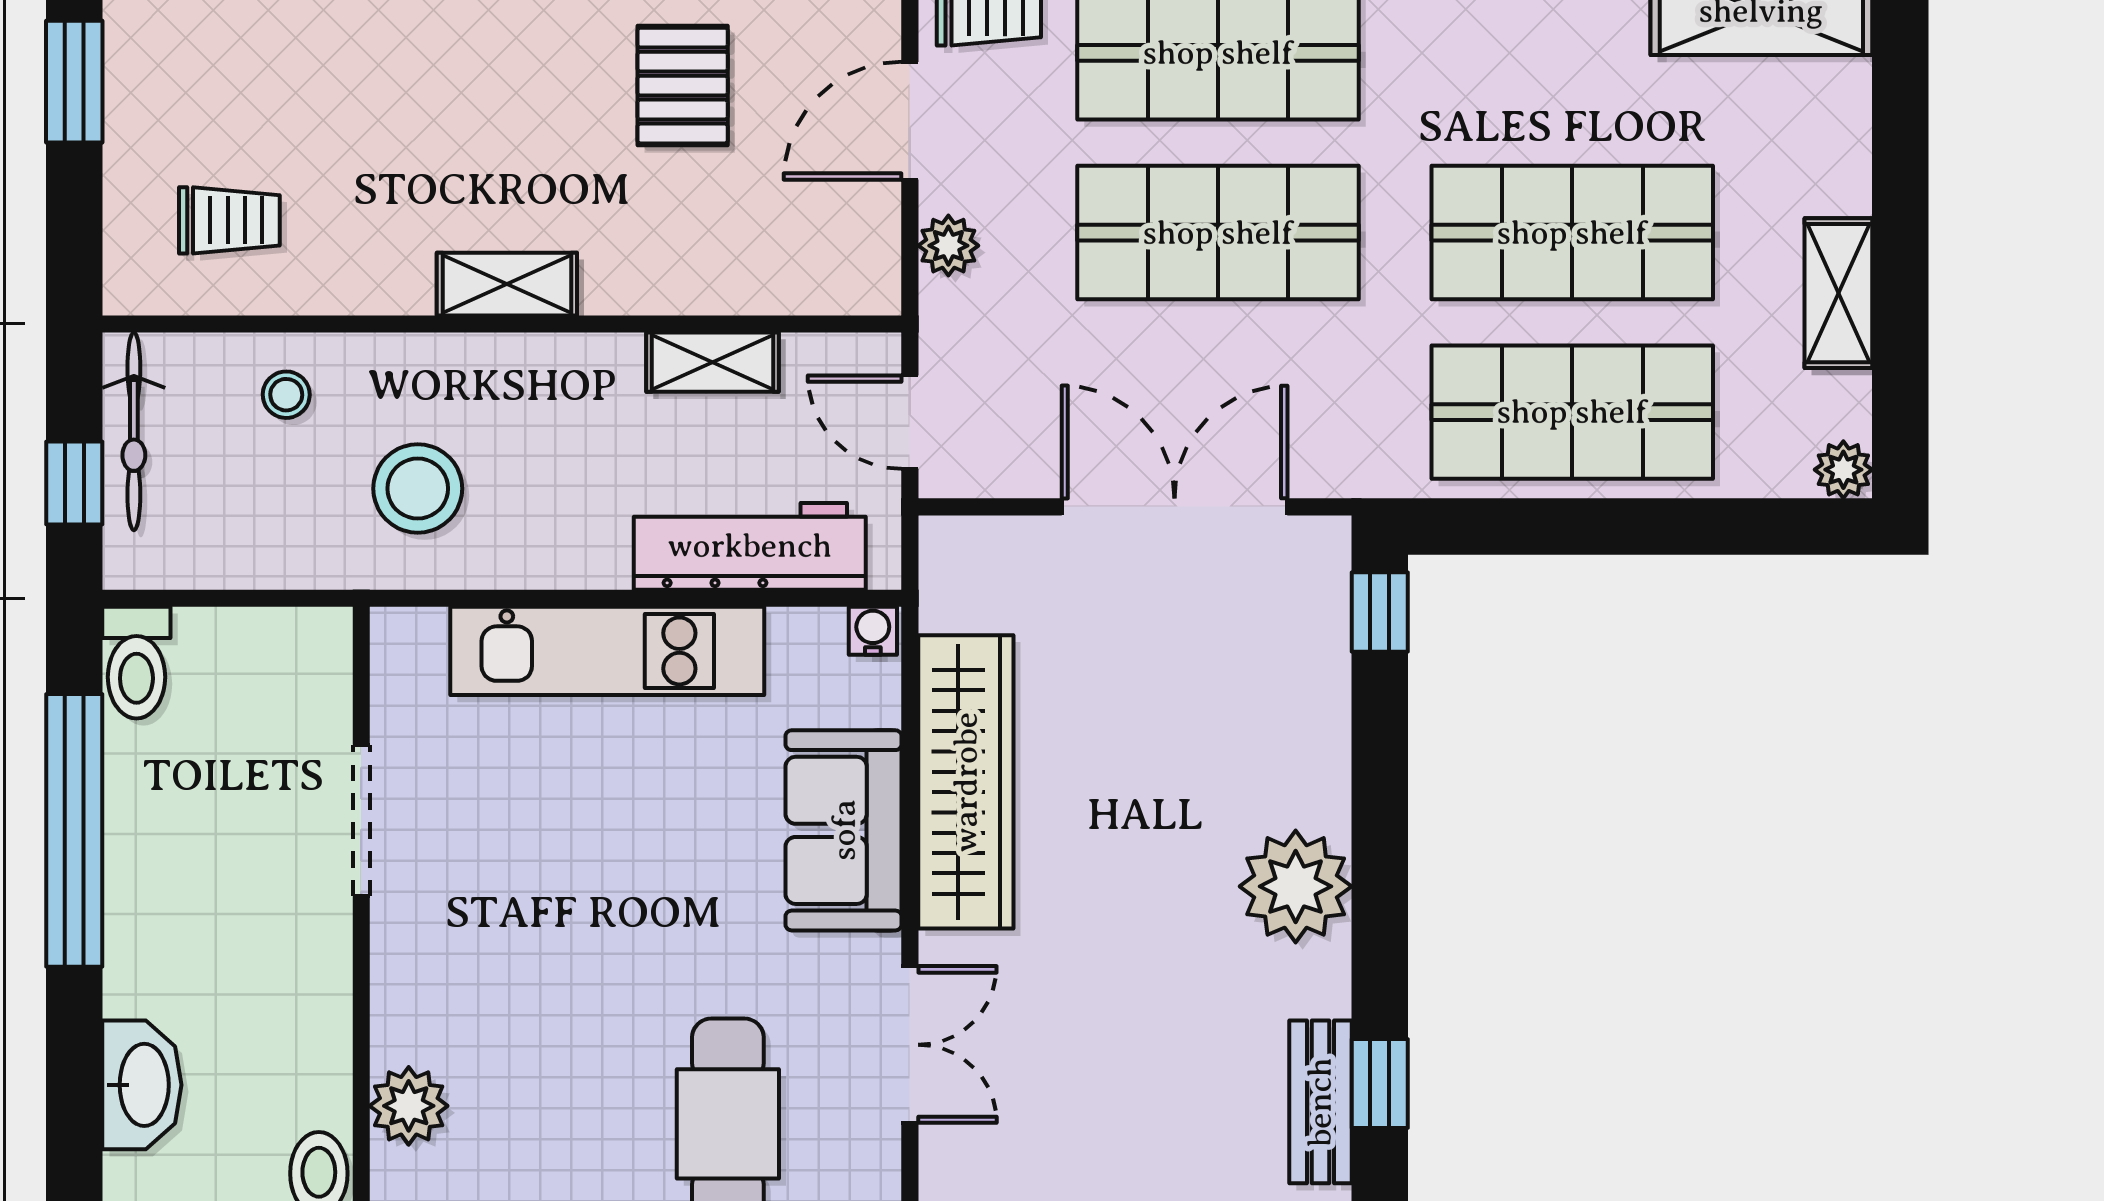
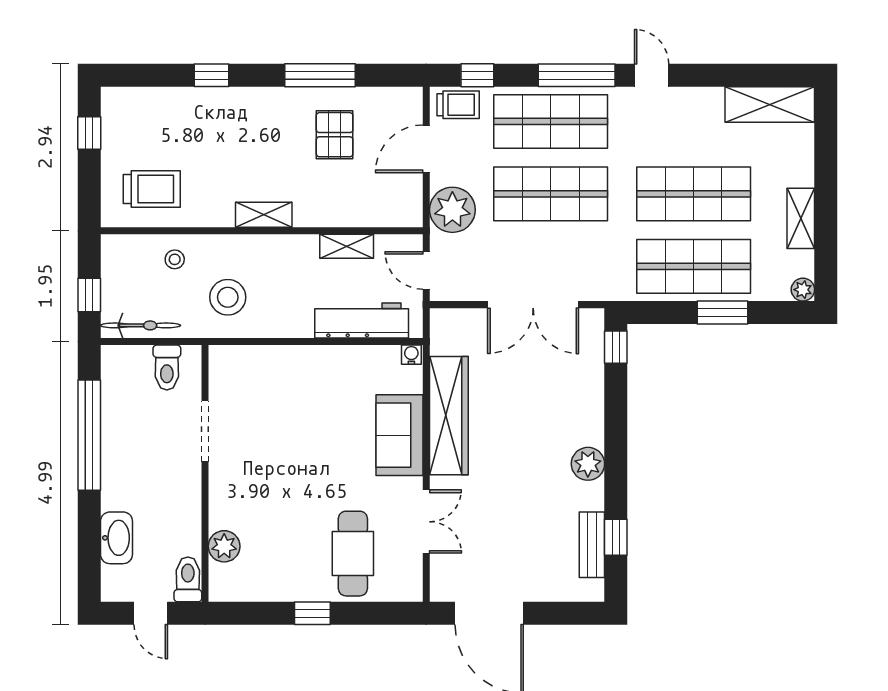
window: (74, 82) -> (89, 133), width x0.67
trolley: (229, 220) -> (152, 189), width x1.36, depth x1.39
plant: (948, 246) -> (452, 210), width x1.87, depth x1.87
bicycle: (134, 431) -> (141, 325), moved, turned -90
double door: (1175, 507) -> (533, 305), swing flipped
window: (1644, 527) -> (723, 313), added
kitchen unit: (607, 651) -> (304, 363), removed
toilet: (136, 663) -> (167, 367), moved
plant: (1296, 886) -> (588, 464), width x0.73, depth x0.73

